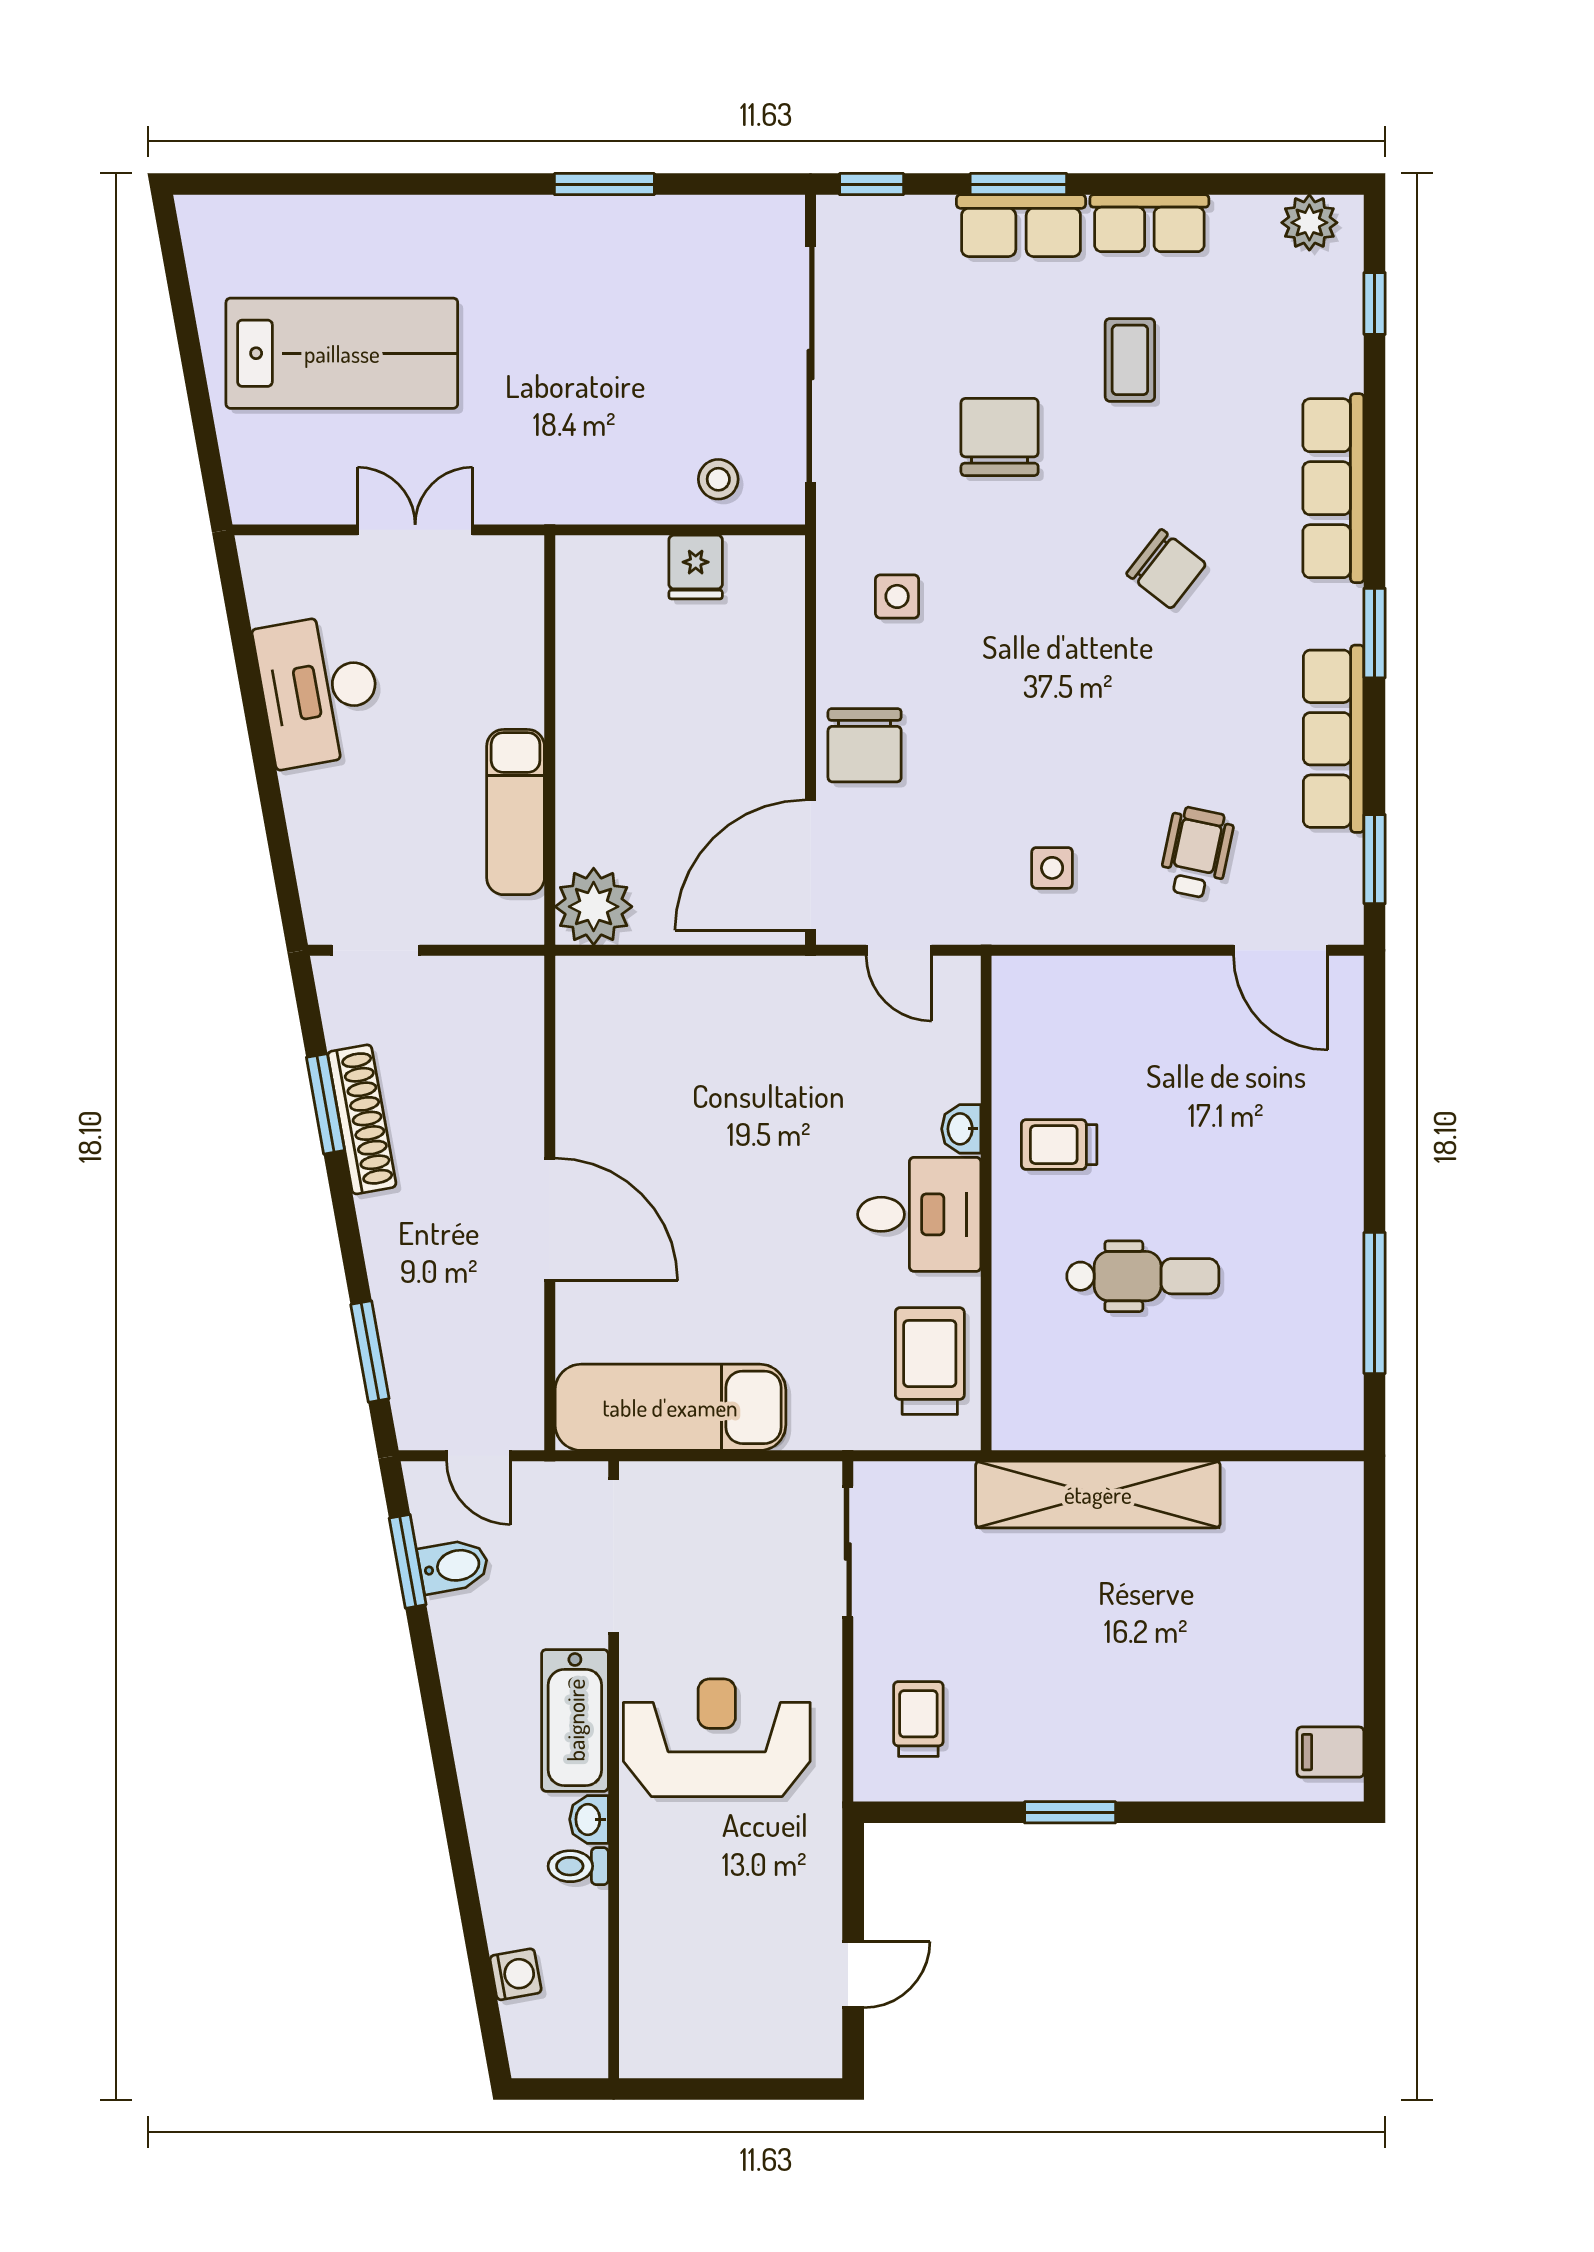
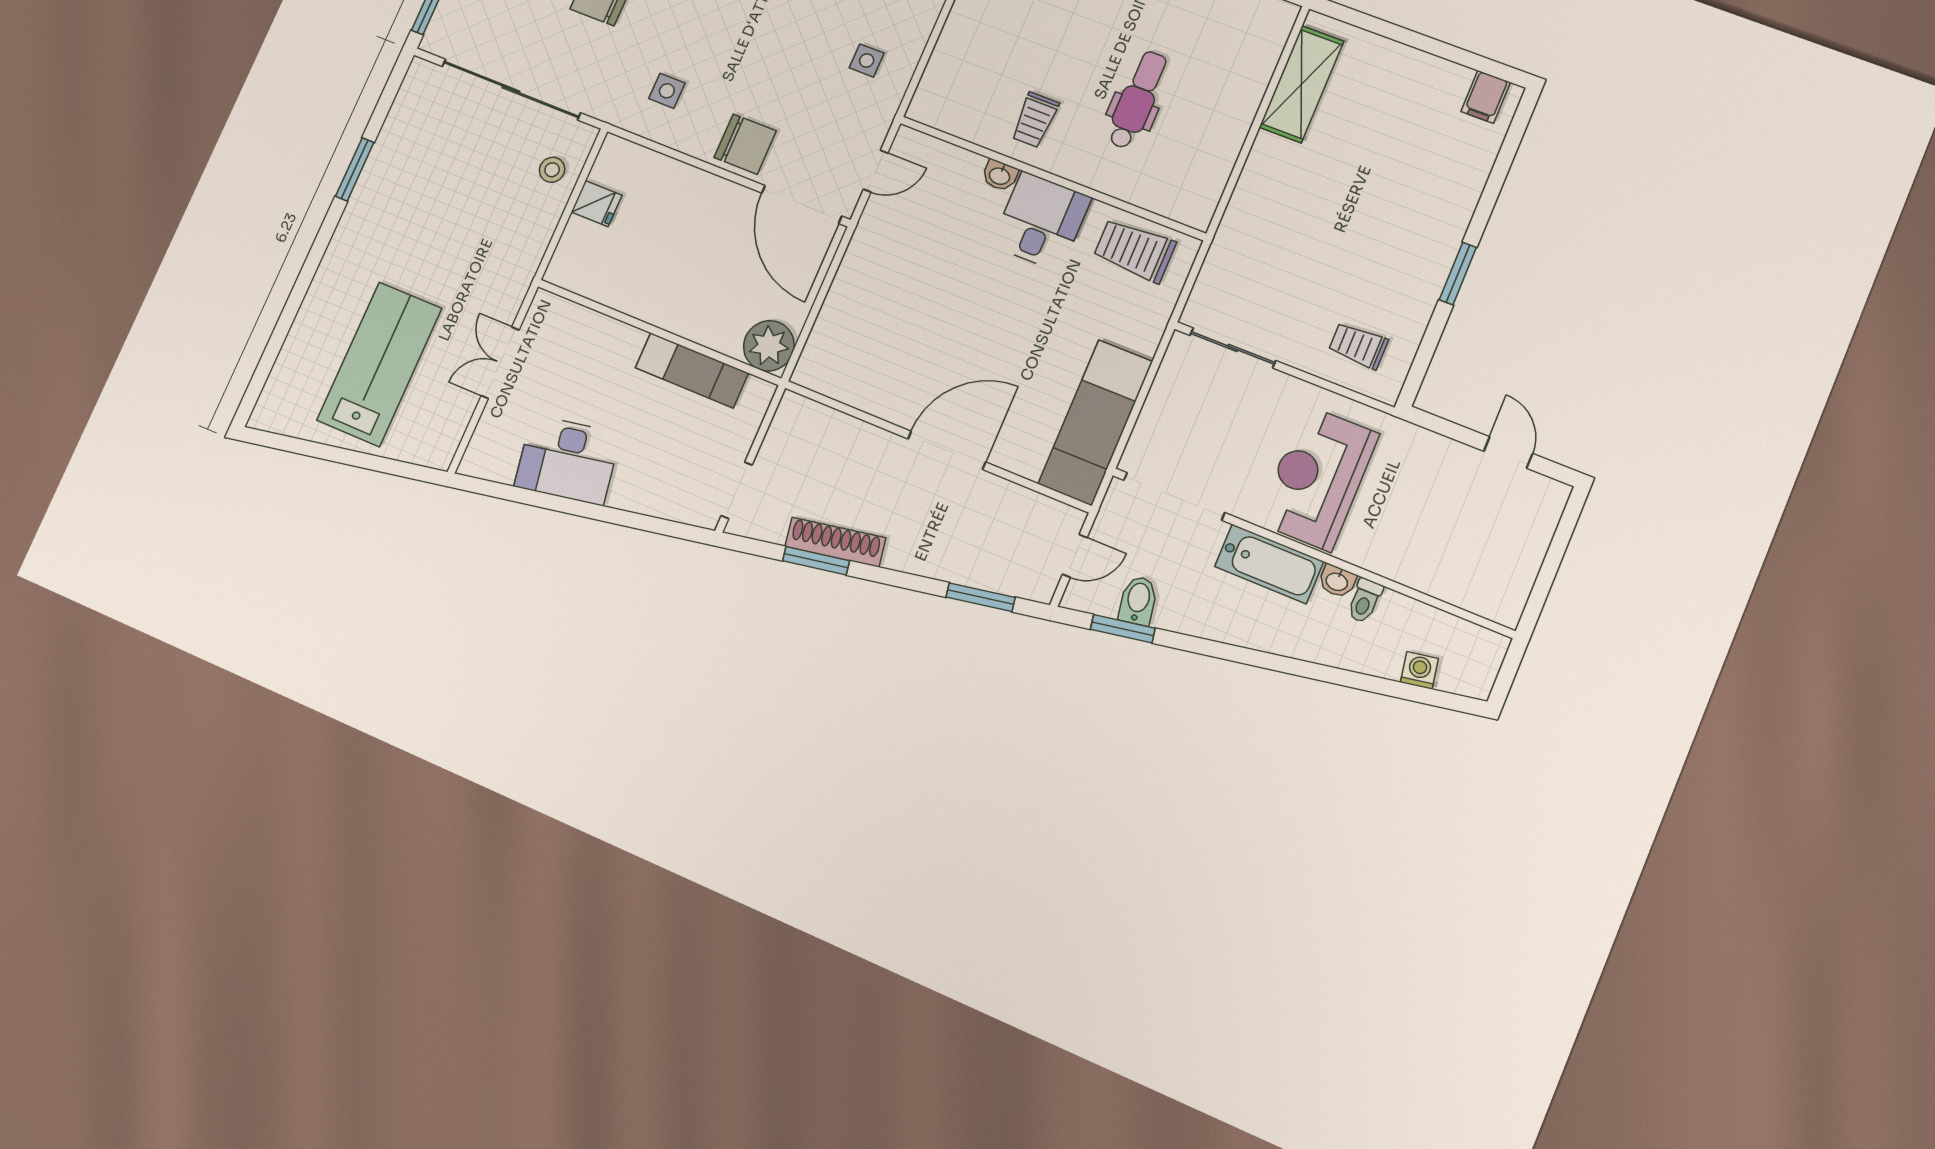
shelving: (1098, 1494) -> (1301, 84), moved, width x0.68

